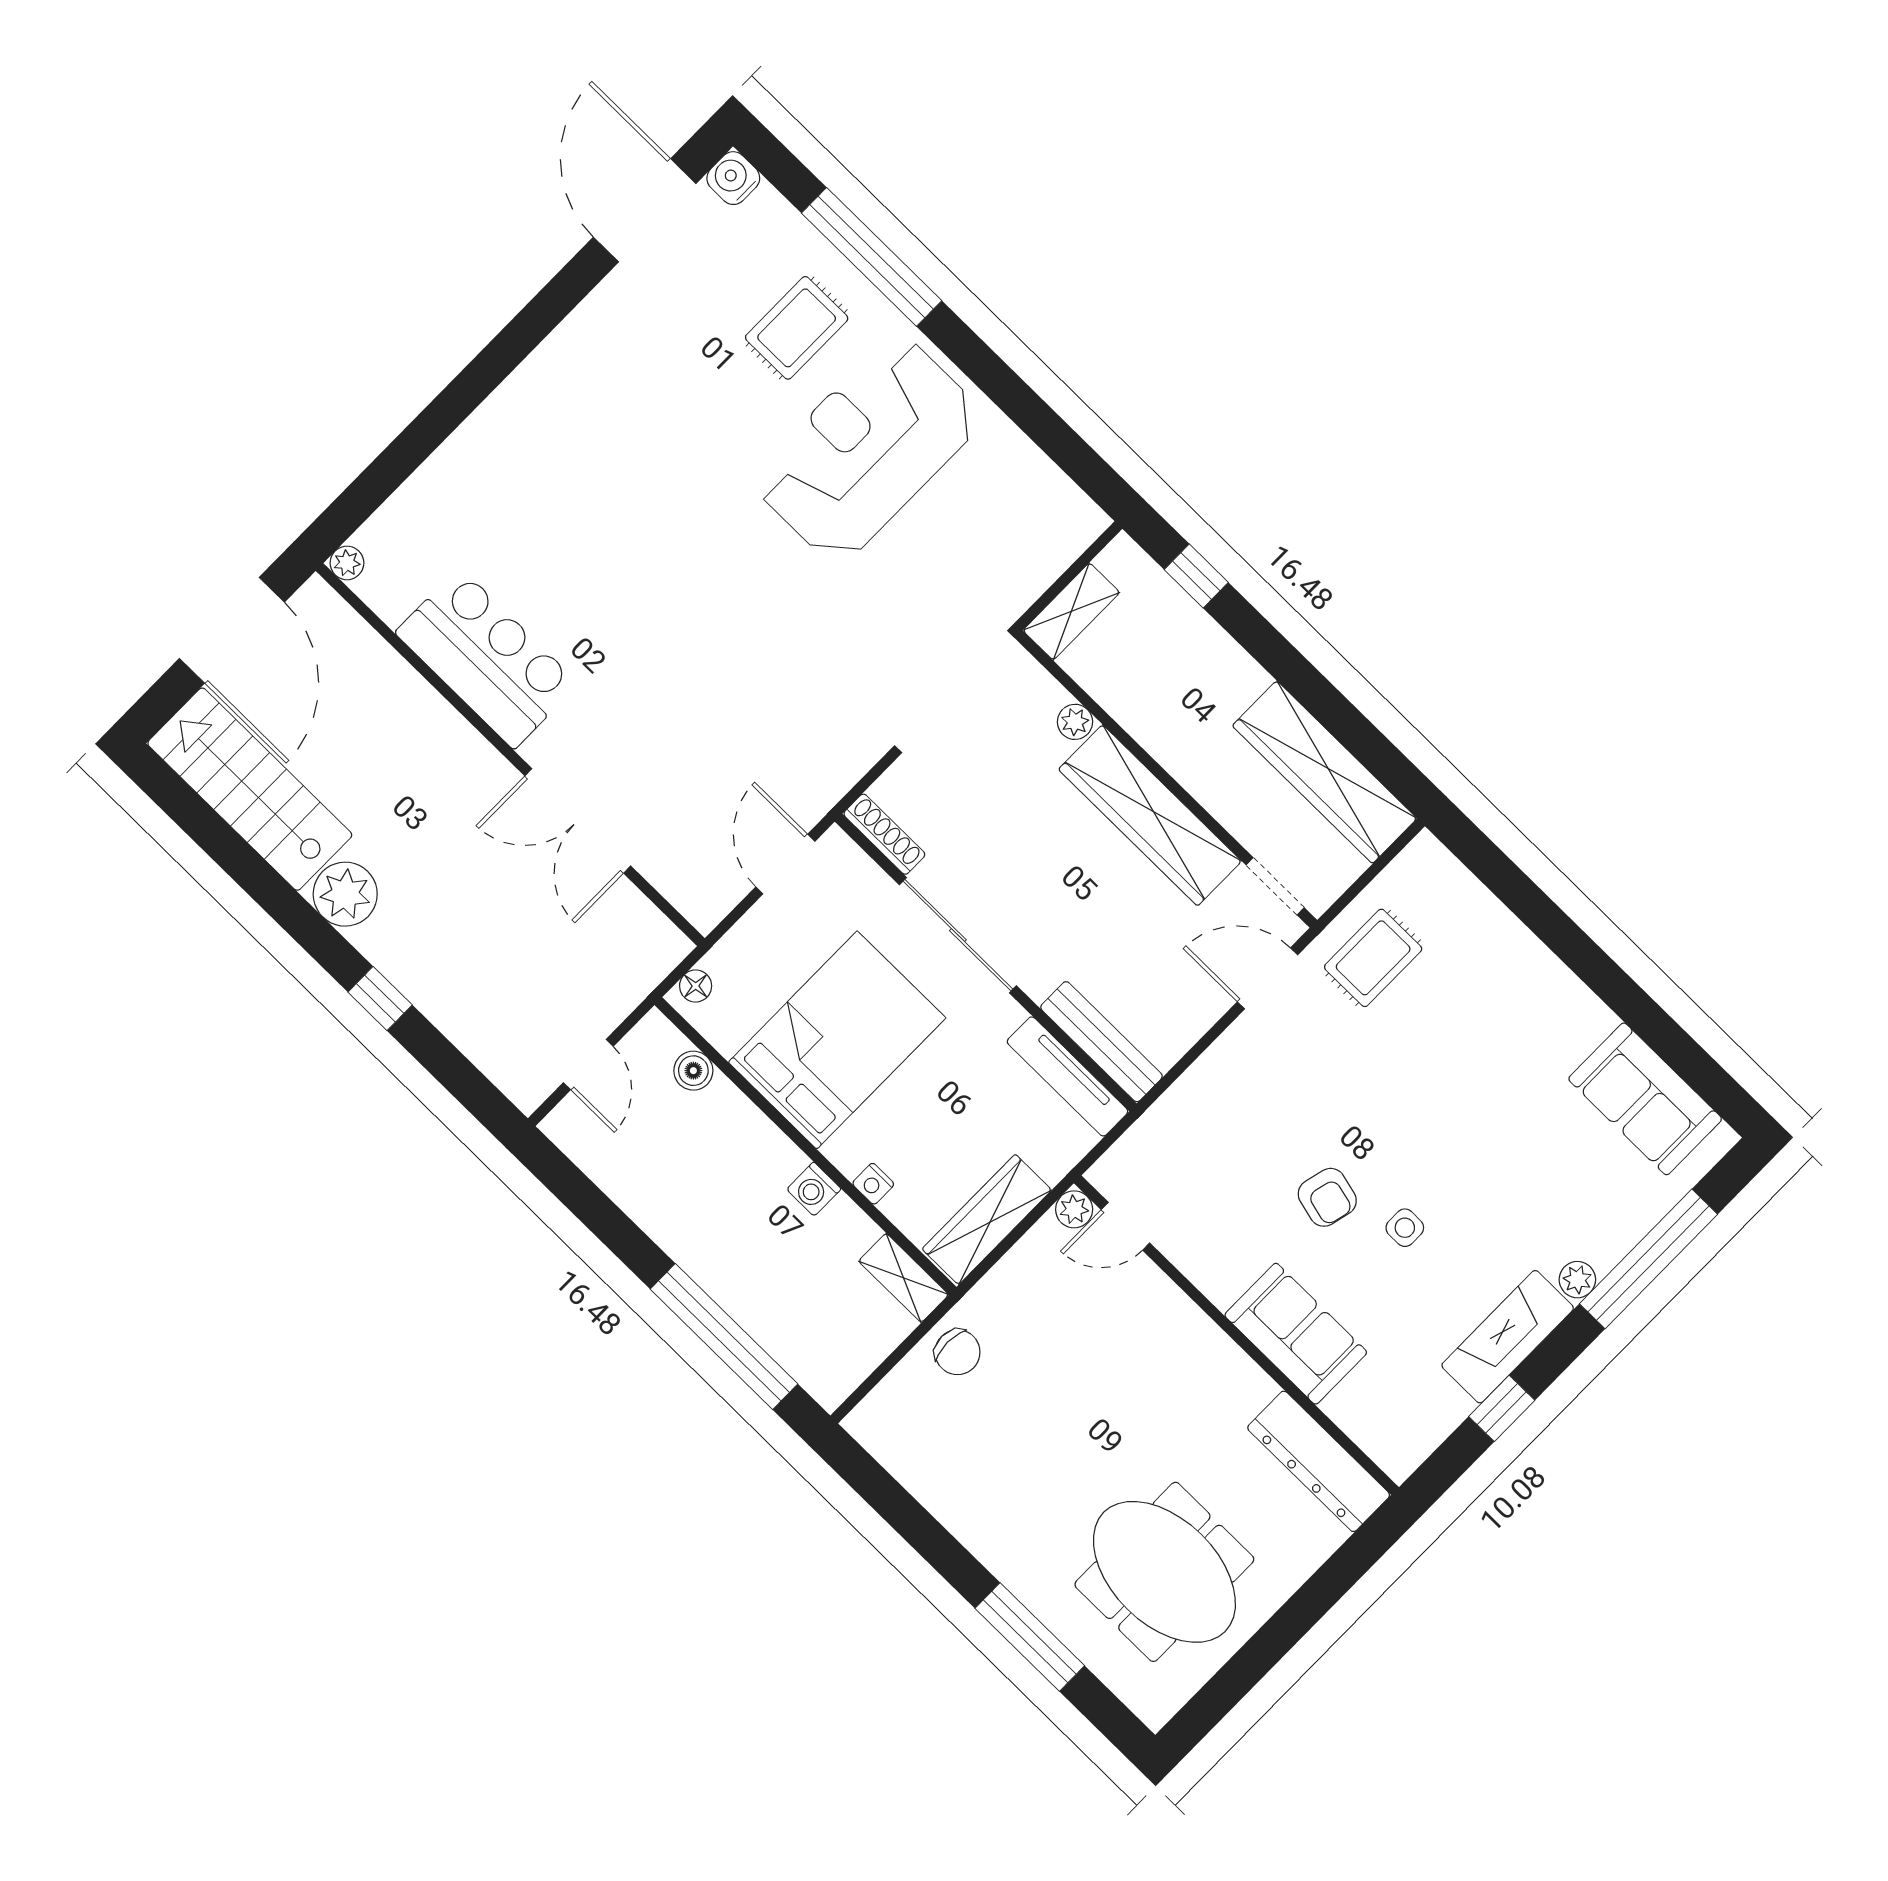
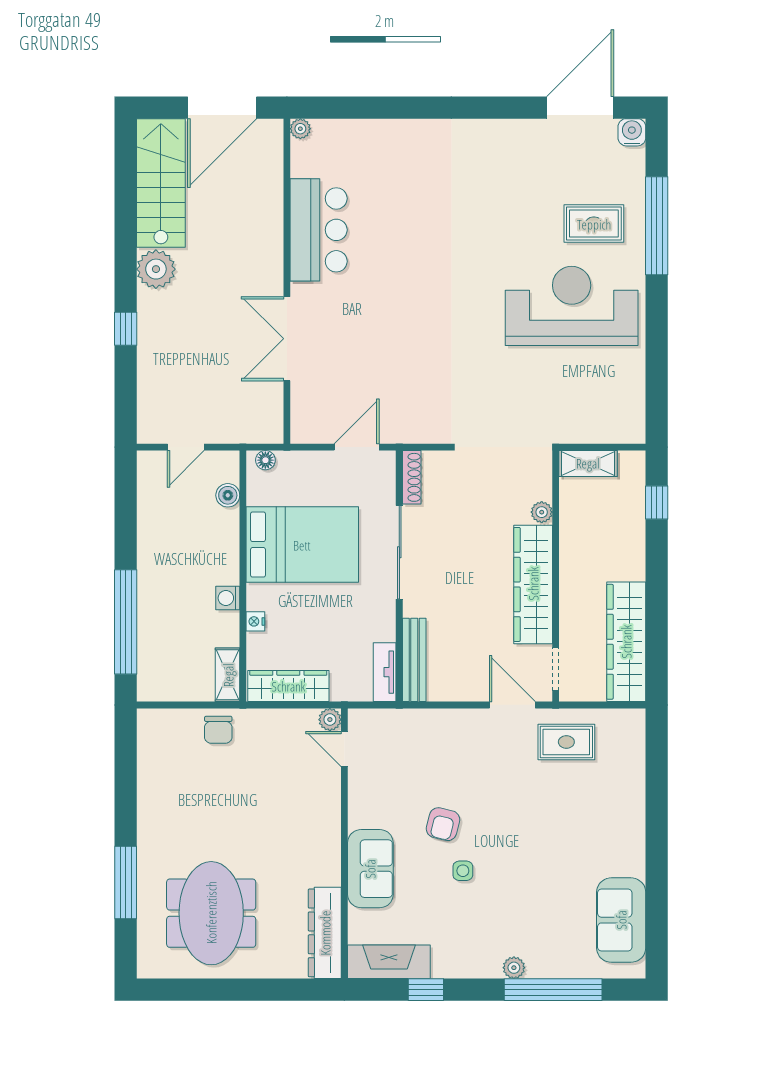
tv unit: (1067, 1076) -> (385, 672), width x0.71
fireplace: (1508, 1337) -> (389, 962), moved

